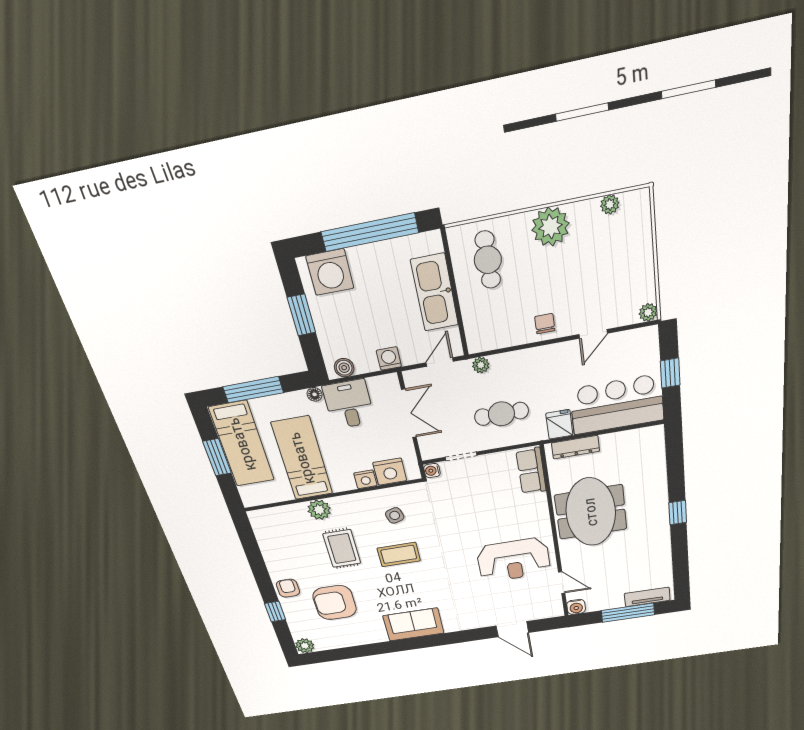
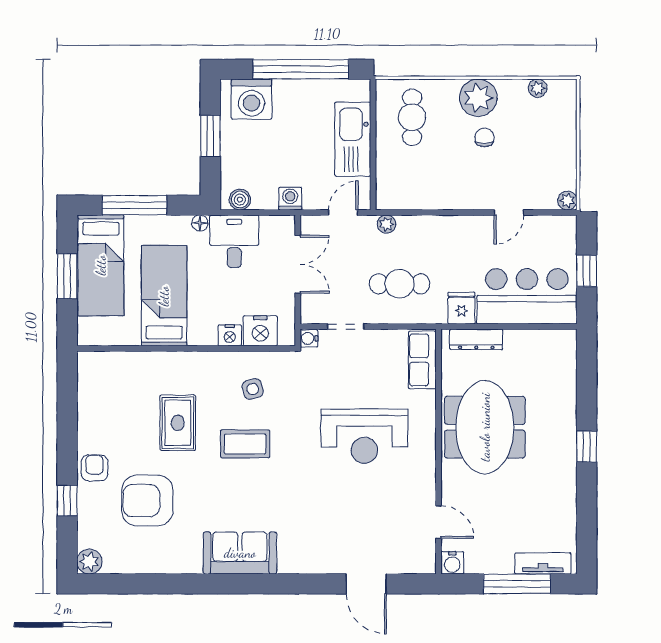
chair: (545, 324) -> (484, 138), moved
plant: (319, 510) -> (165, 365), removed
reception desk: (513, 560) -> (364, 436), moved

